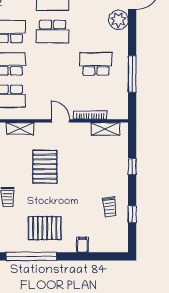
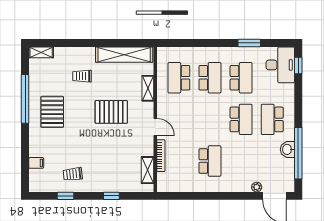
plant: (118, 20) -> (257, 187), width x0.53, depth x0.53
school desk: (53, 32) -> (241, 119), turned 180
window: (132, 74) -> (200, 196), removed
door: (61, 121) -> (155, 127), hinge flipped
filing cabinet: (82, 245) -> (36, 163), moved

